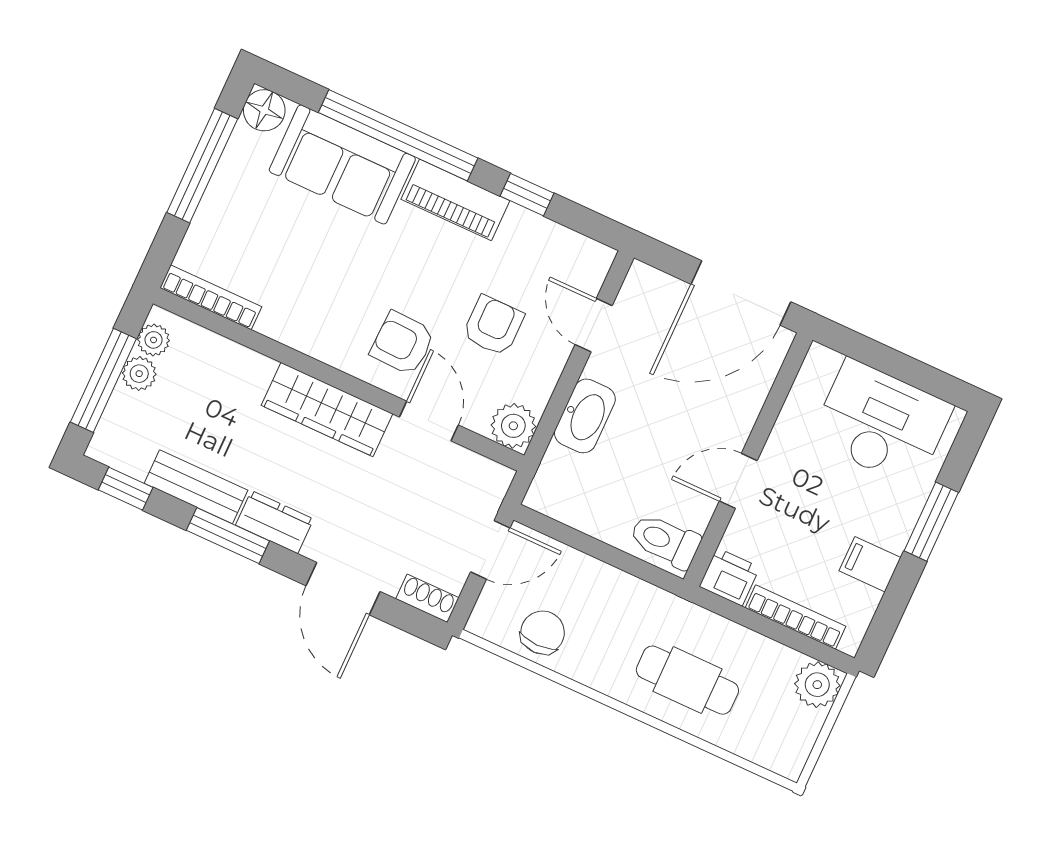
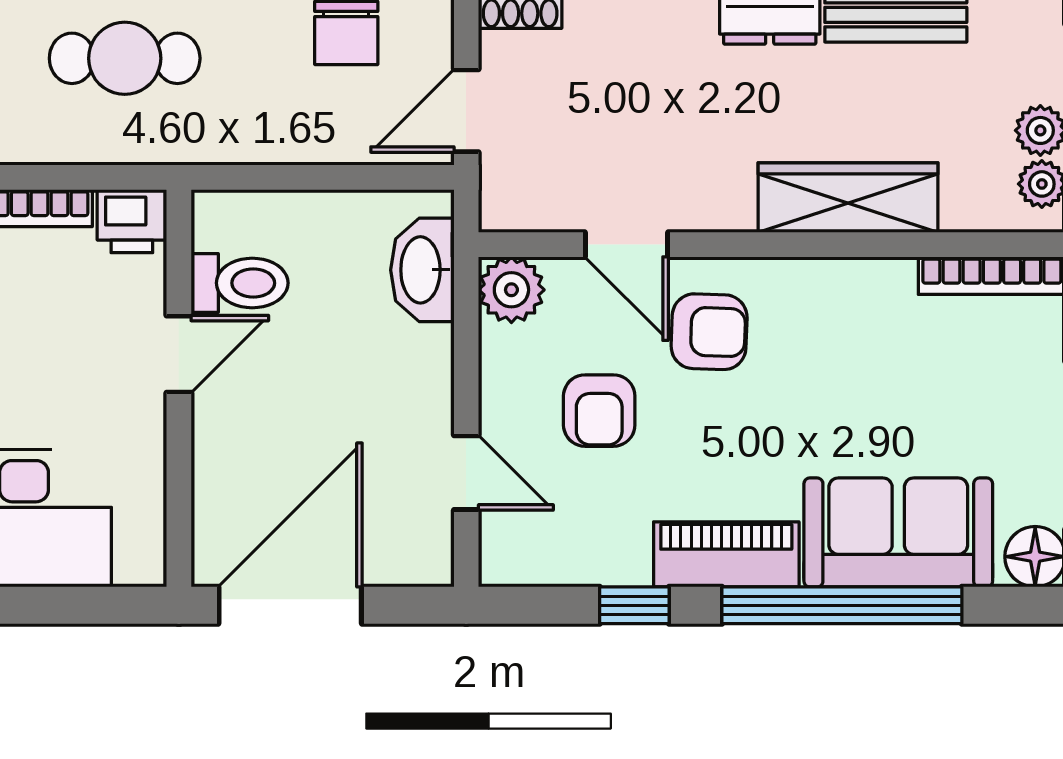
wardrobe: (327, 410) -> (848, 198), moved
washbasin: (585, 416) -> (422, 270), moved
toilet: (665, 541) -> (240, 283), moved

